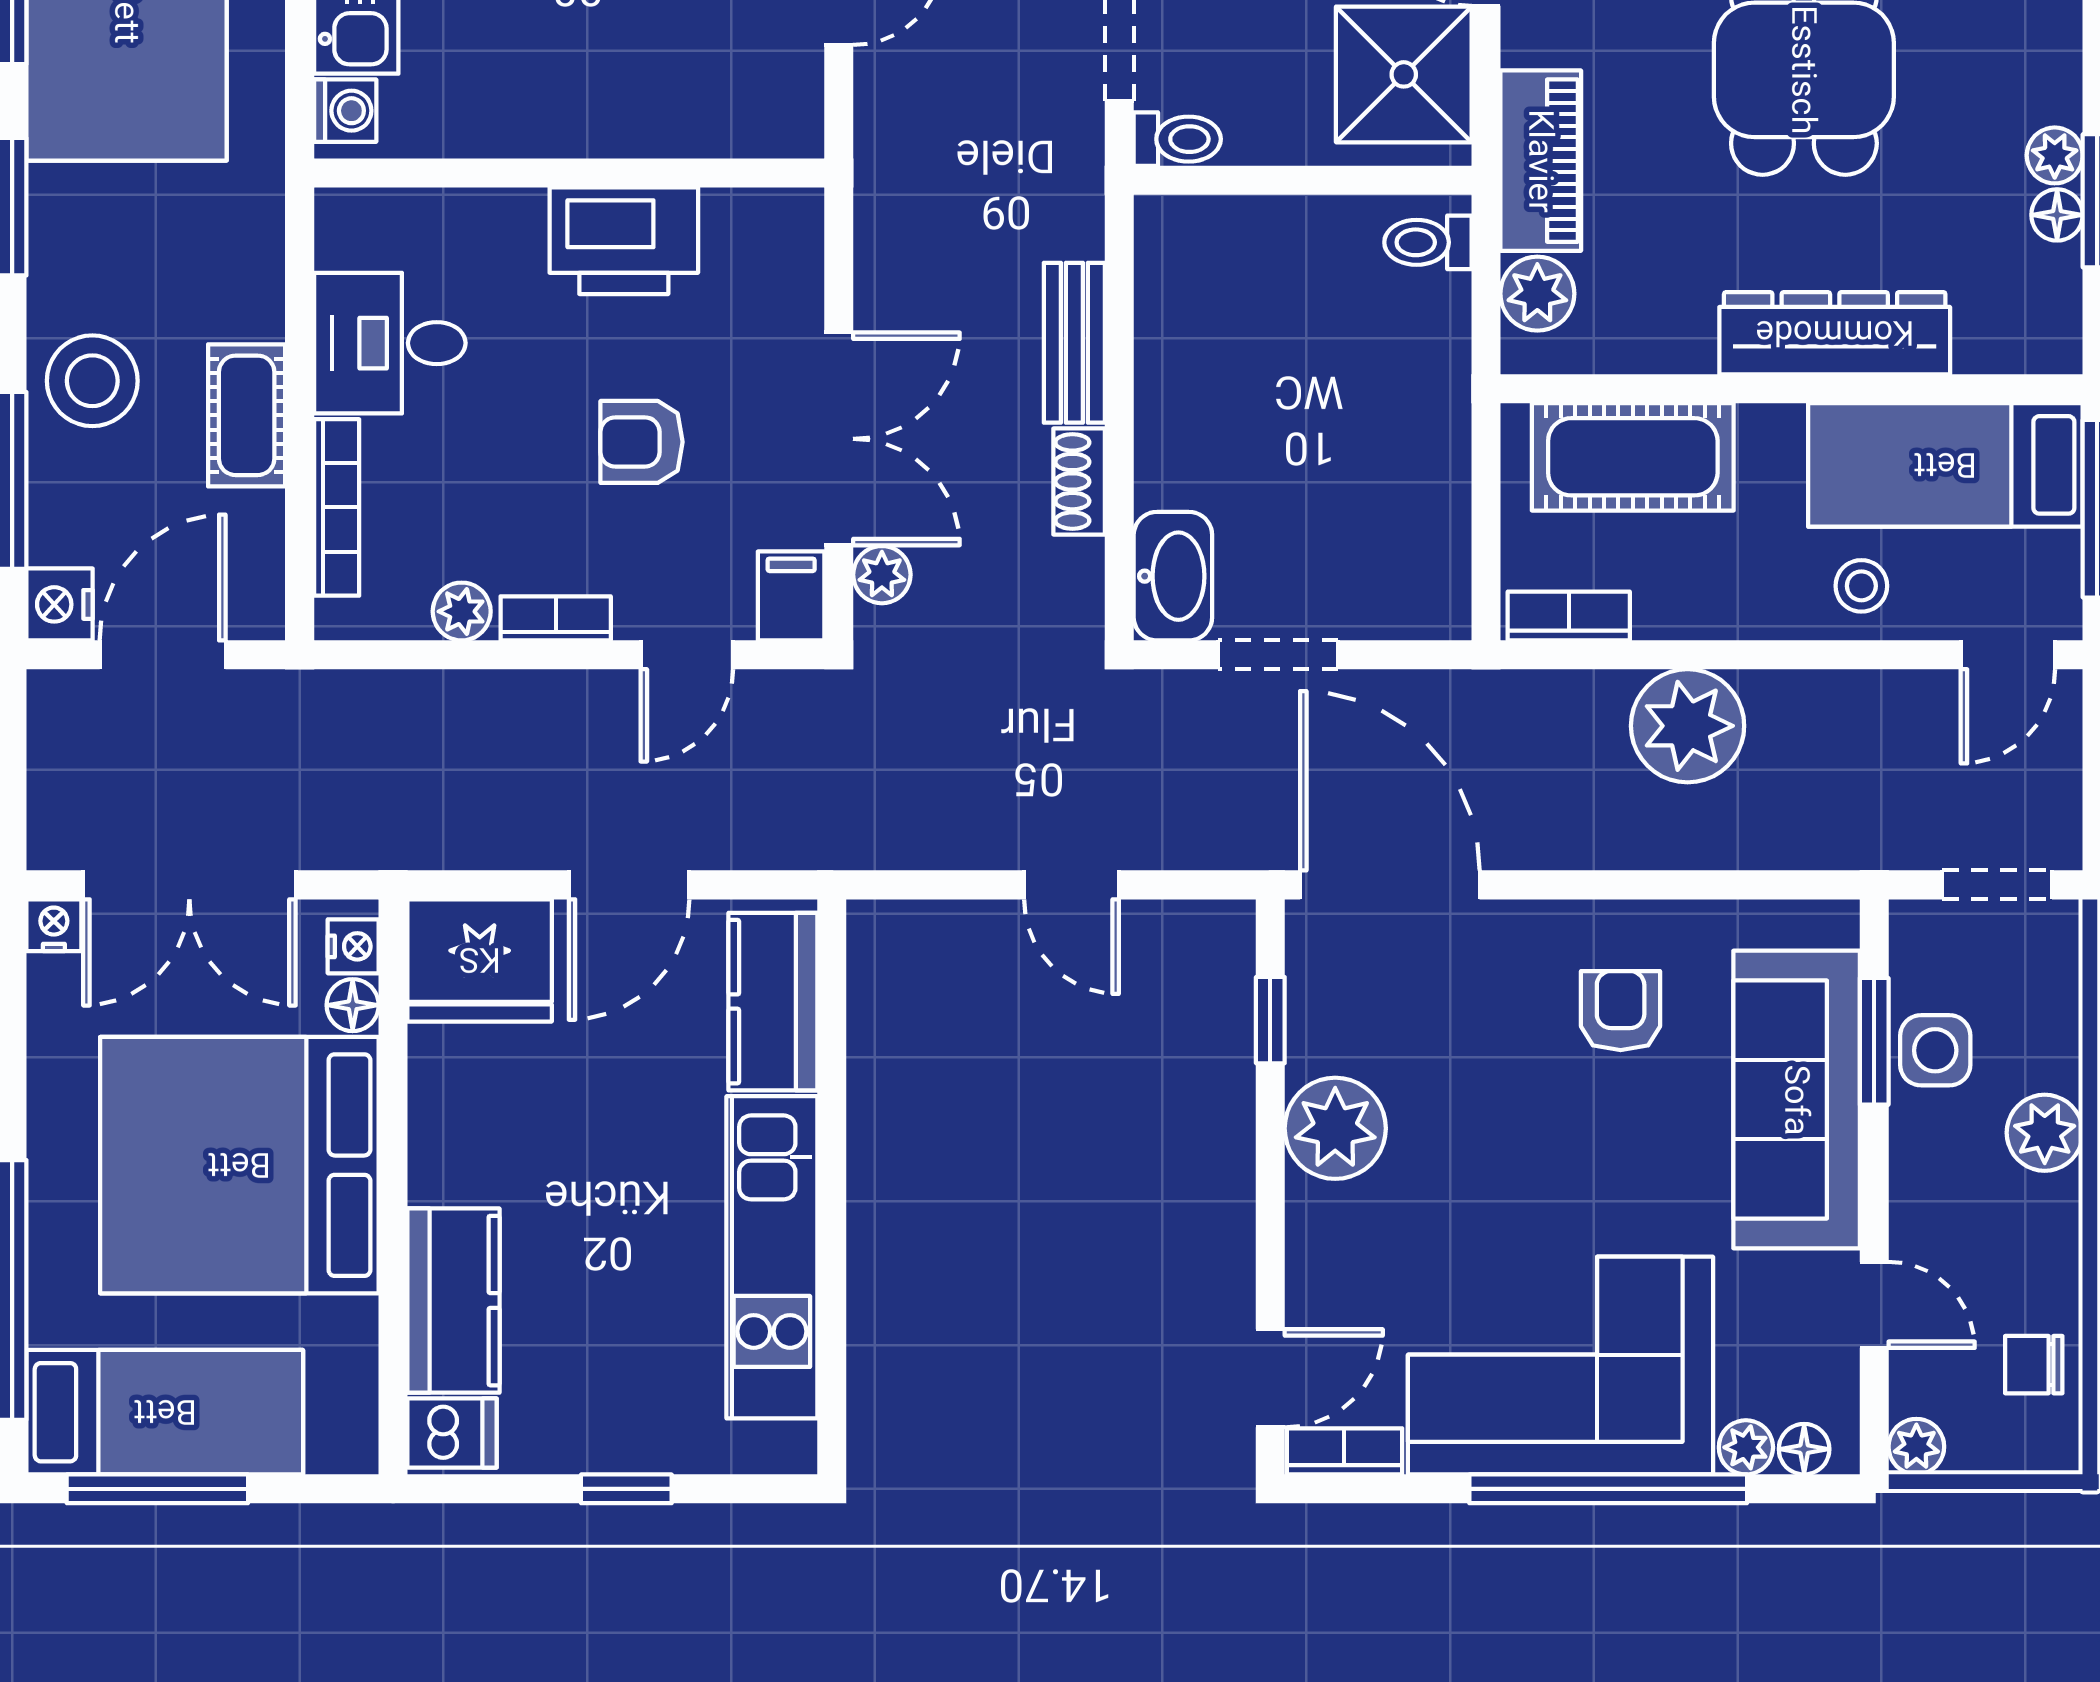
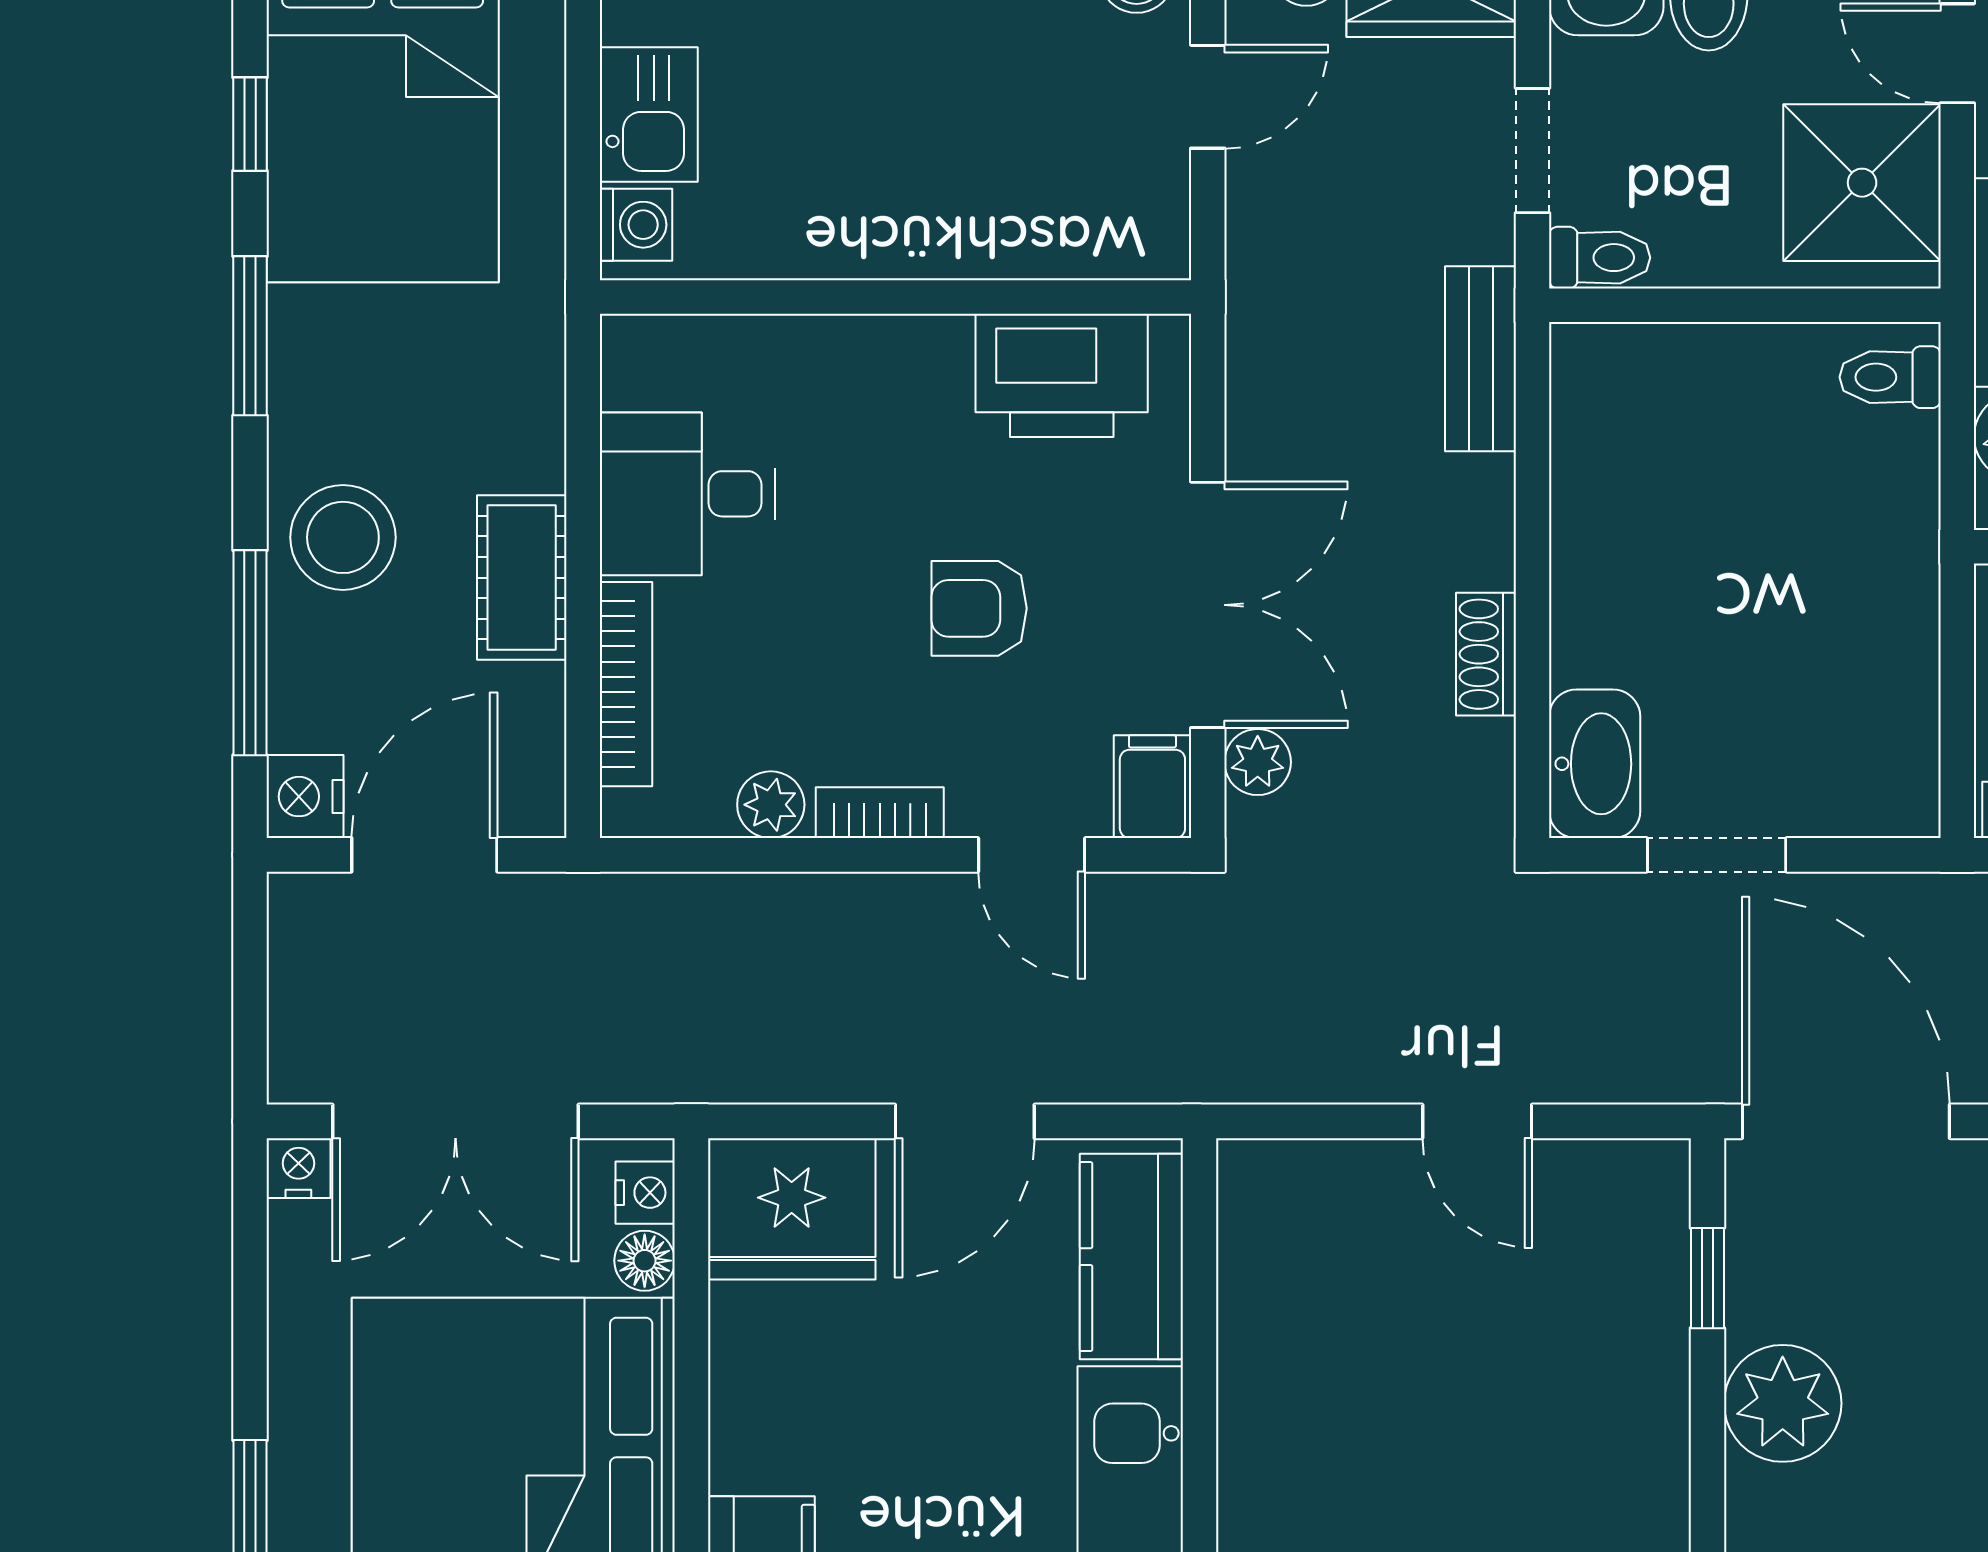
printer: (624, 241) -> (1062, 375), moved
bench: (1074, 343) -> (1481, 359), moved
door: (687, 655) -> (1032, 855), hinge flipped

